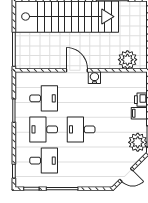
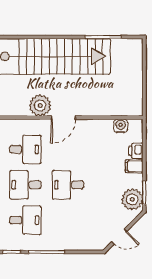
plant: (127, 60) -> (40, 105), moved
door: (77, 70) -> (63, 118), swing flipped
water cooler: (94, 78) -> (121, 126), moved

